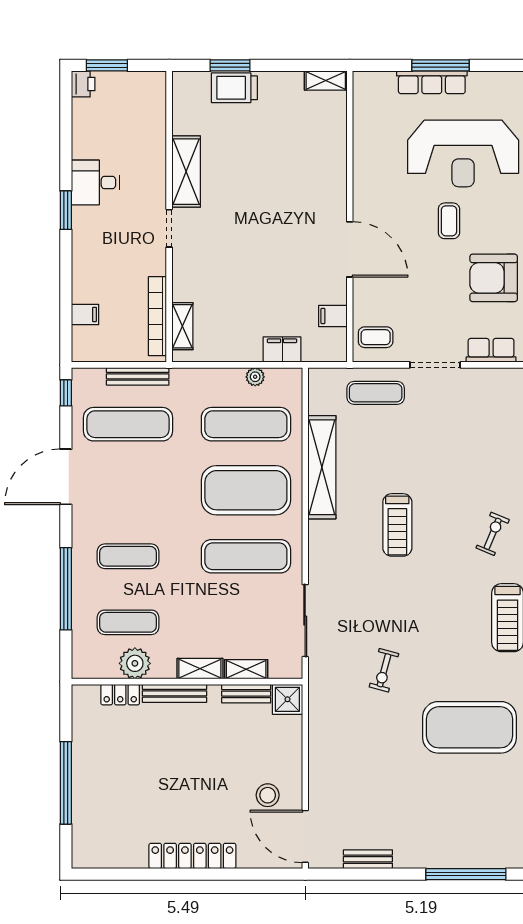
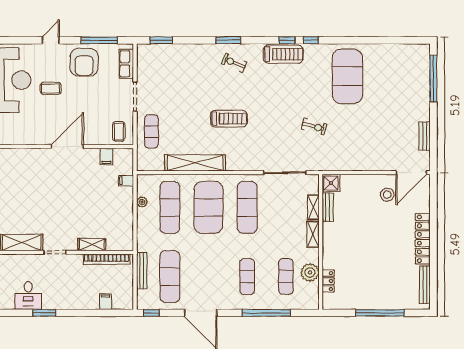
shelving: (182, 326) -> (92, 245), moved
filing cabinet: (282, 350) -> (126, 181), width x0.50
bench: (174, 693) -> (425, 285), moved

